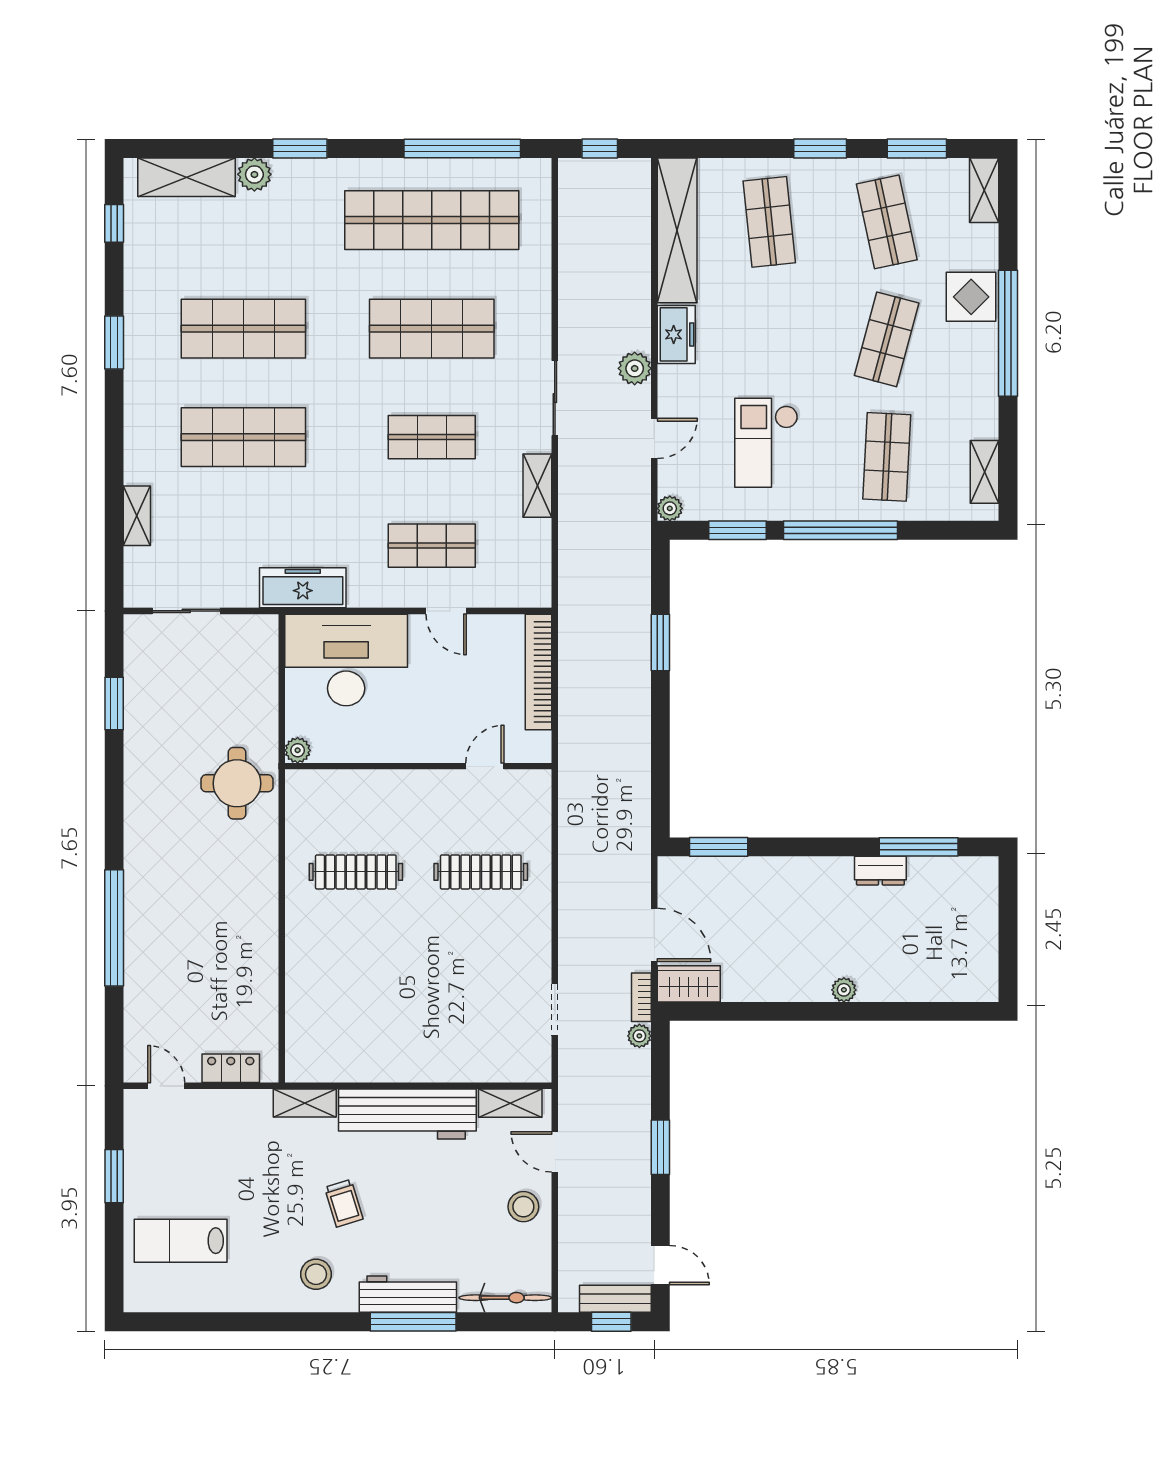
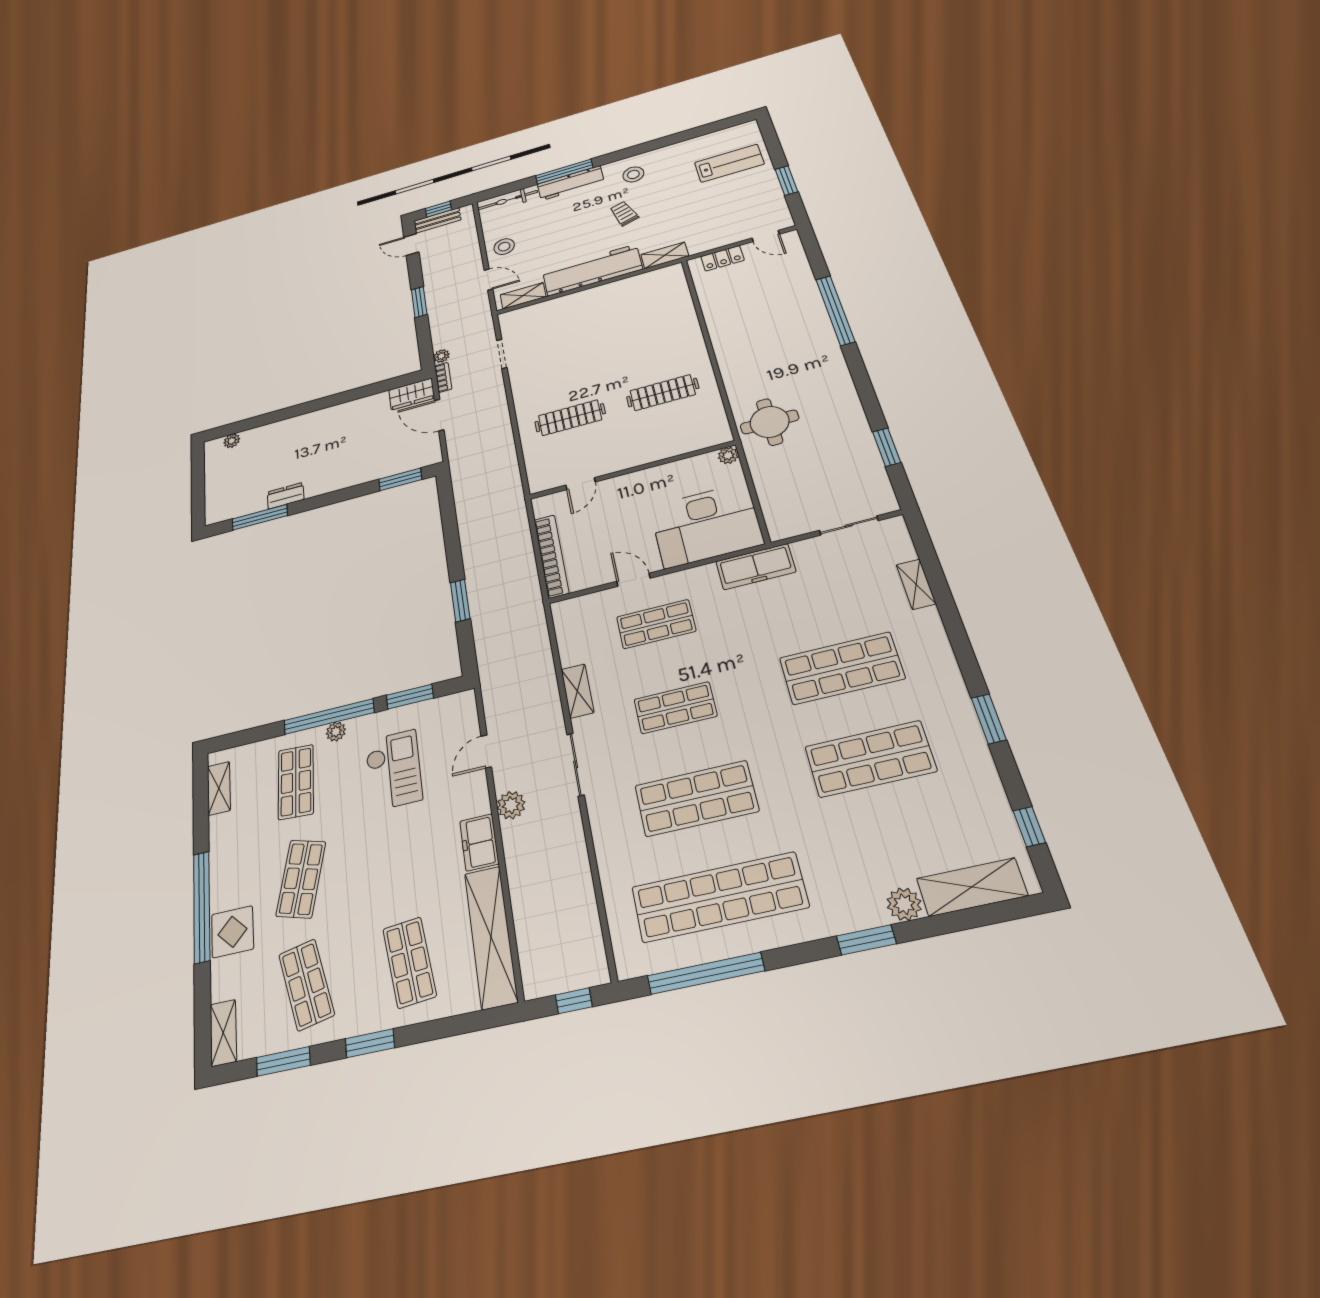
plant: (670, 508) -> (336, 732), moved
plant: (844, 990) -> (232, 441), moved

